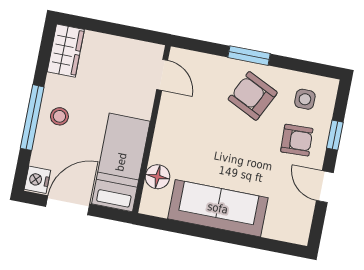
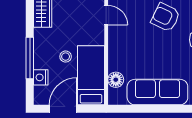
stool: (59, 116) -> (66, 57), moved
nightstand: (37, 180) -> (41, 77), moved

